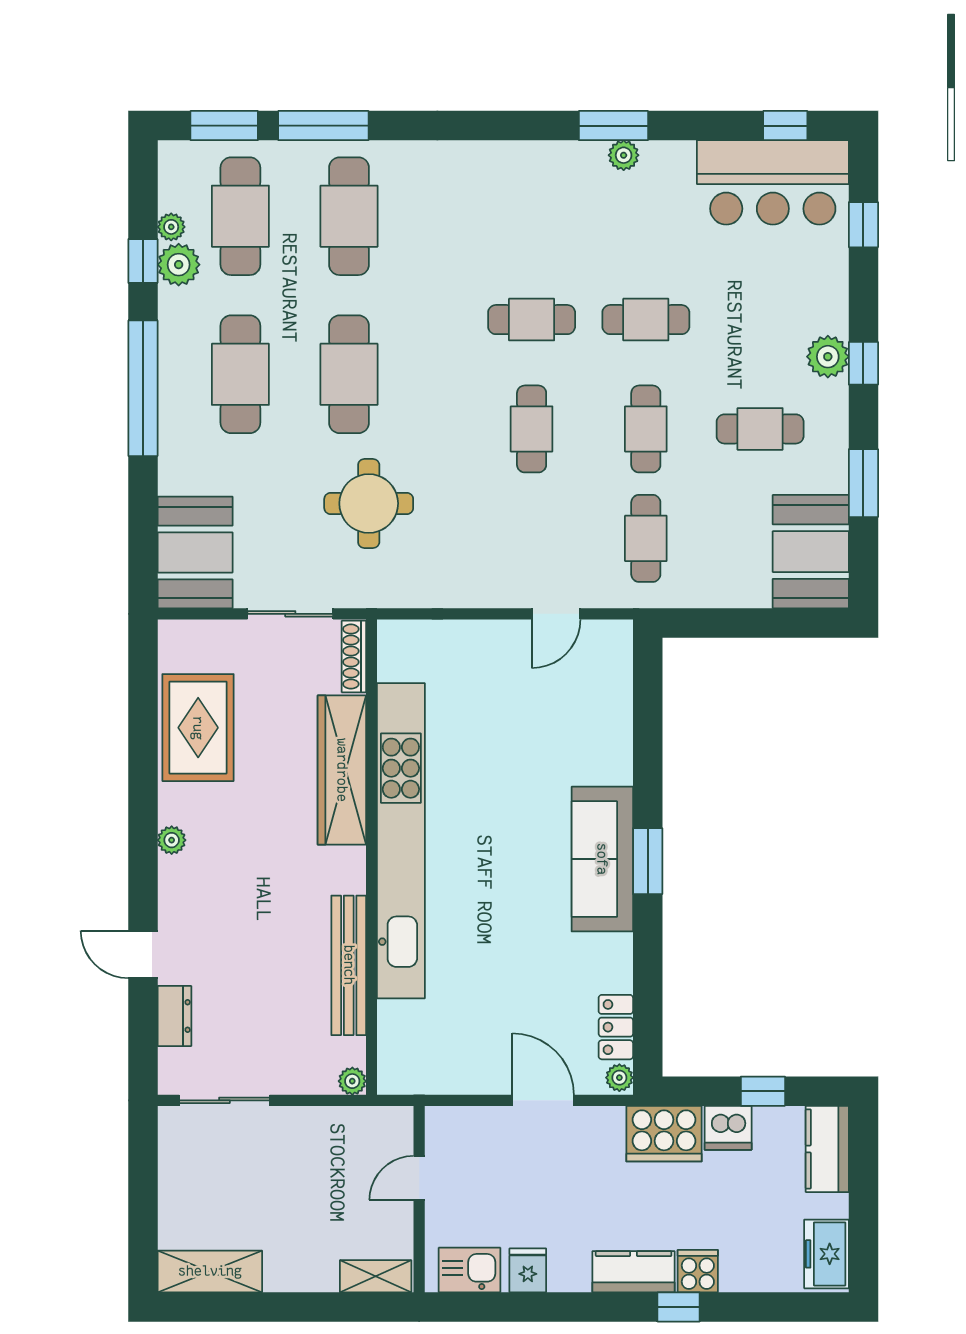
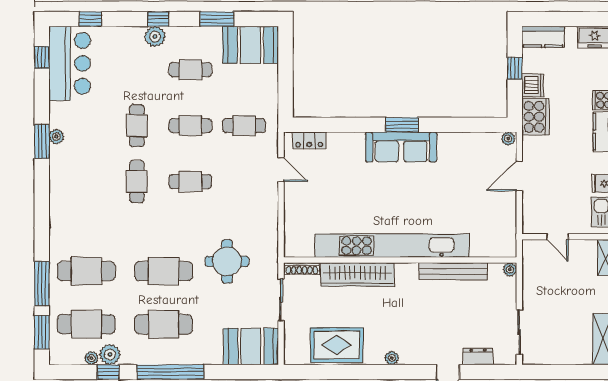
cafe table: (760, 429) -> (190, 70), turned 90
locker: (616, 1027) -> (309, 140), moved

